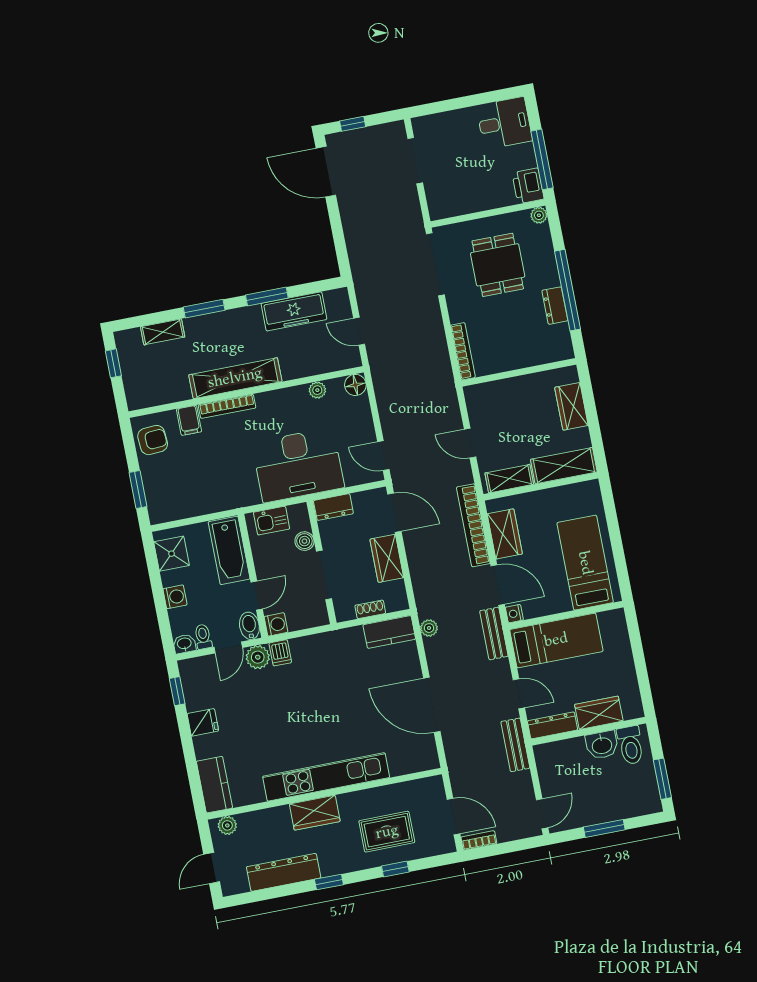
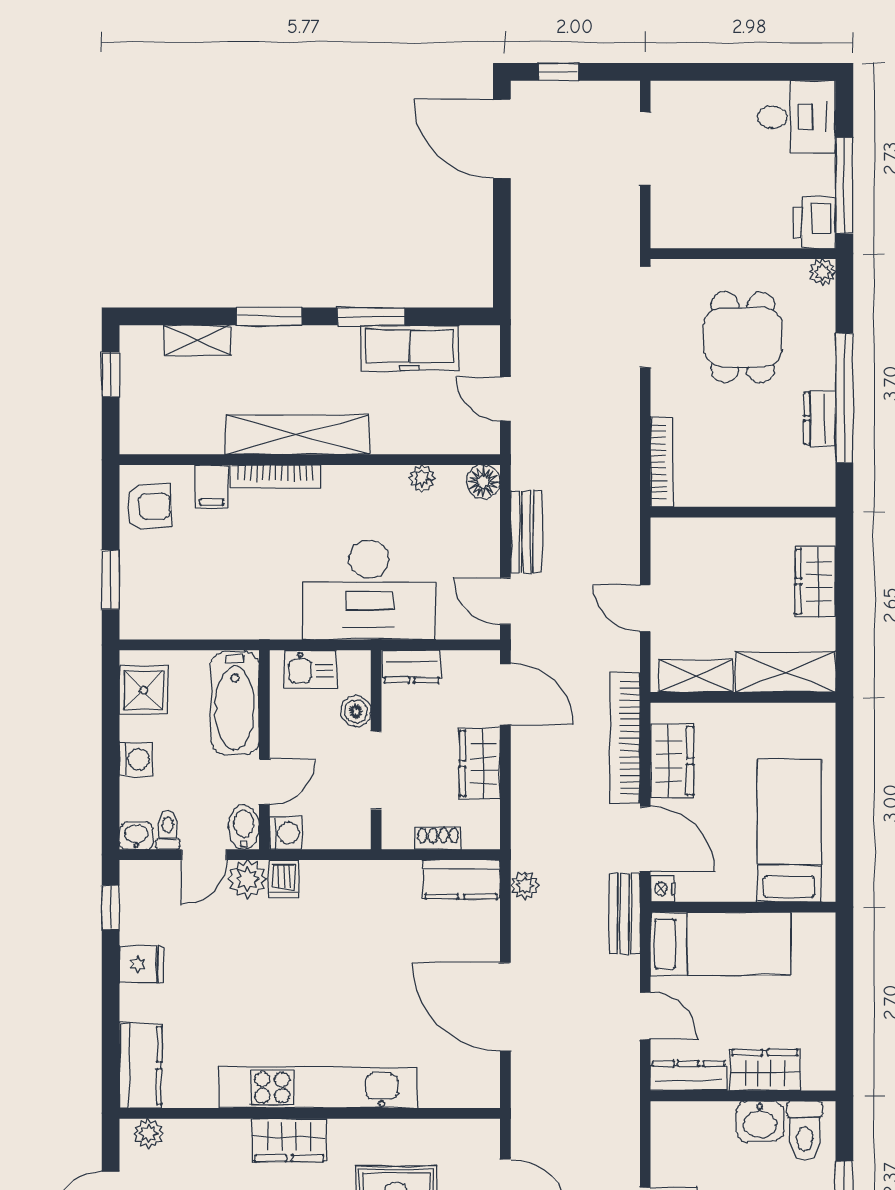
bench: (515, 745) -> (526, 532), moved

